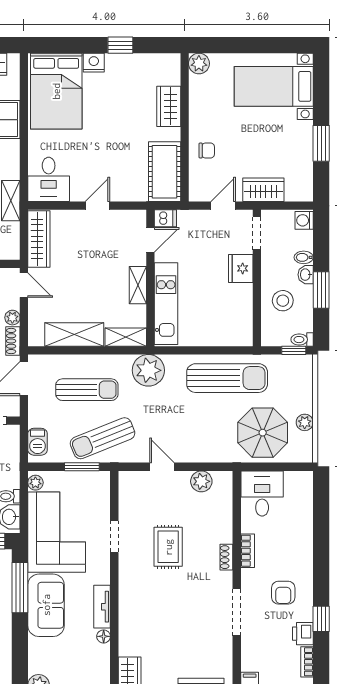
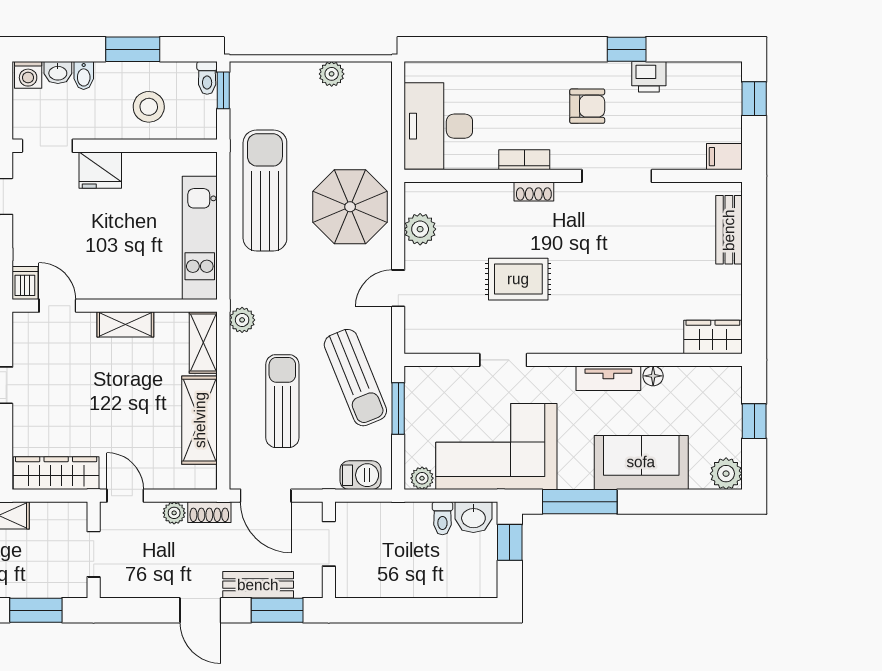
washbasin: (306, 275) -> (58, 73), moved
door: (24, 285) -> (125, 496), hinge flipped
kitchen unit: (166, 304) -> (200, 238), moved, turned -90
plant: (148, 370) -> (242, 320), width x0.53, depth x0.53
parasol: (263, 433) -> (350, 207), moved
desk: (262, 493) -> (438, 126), width x1.37
sofa: (46, 605) -> (641, 462), moved
bookcase: (307, 662) -> (691, 70), removed

